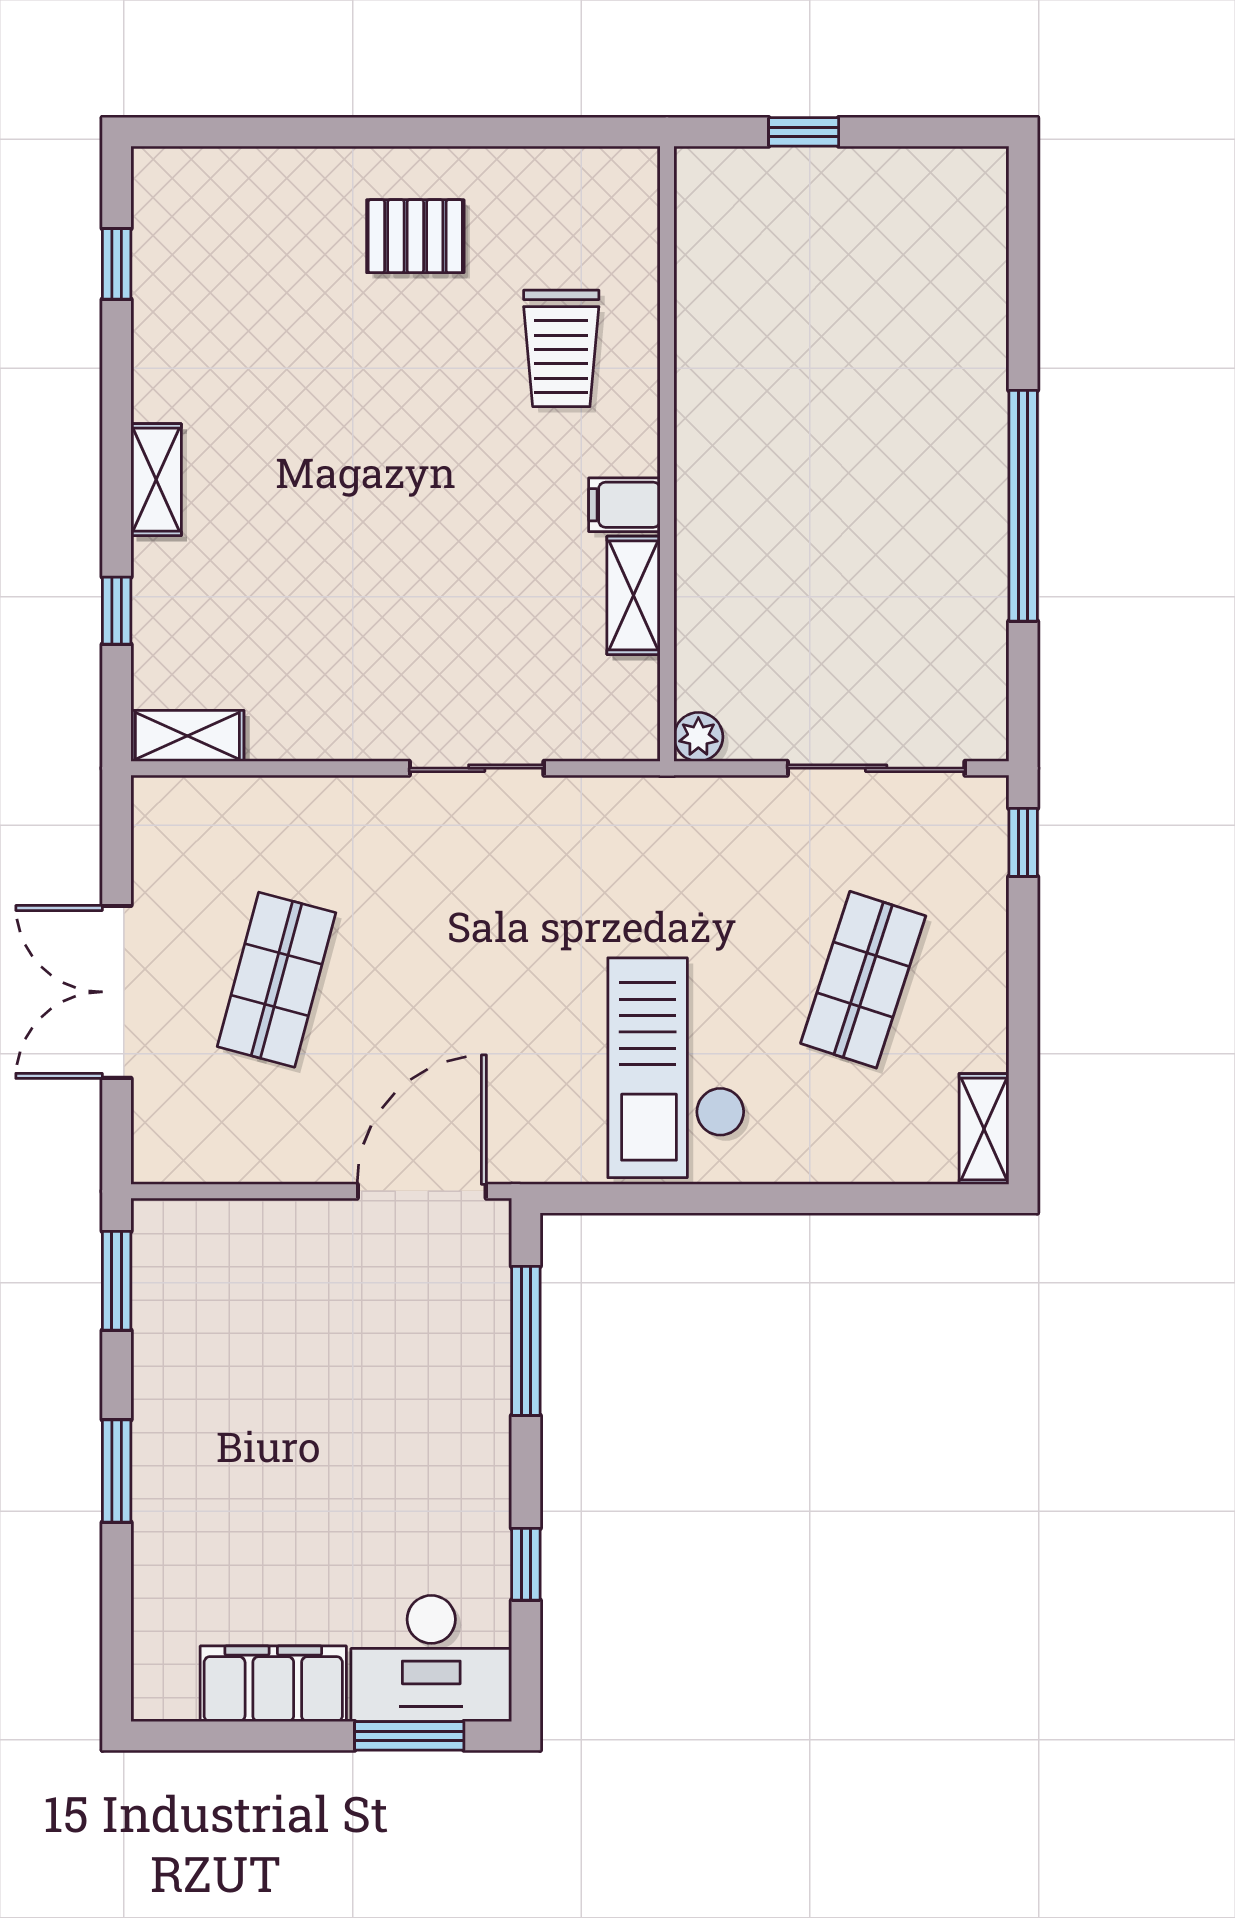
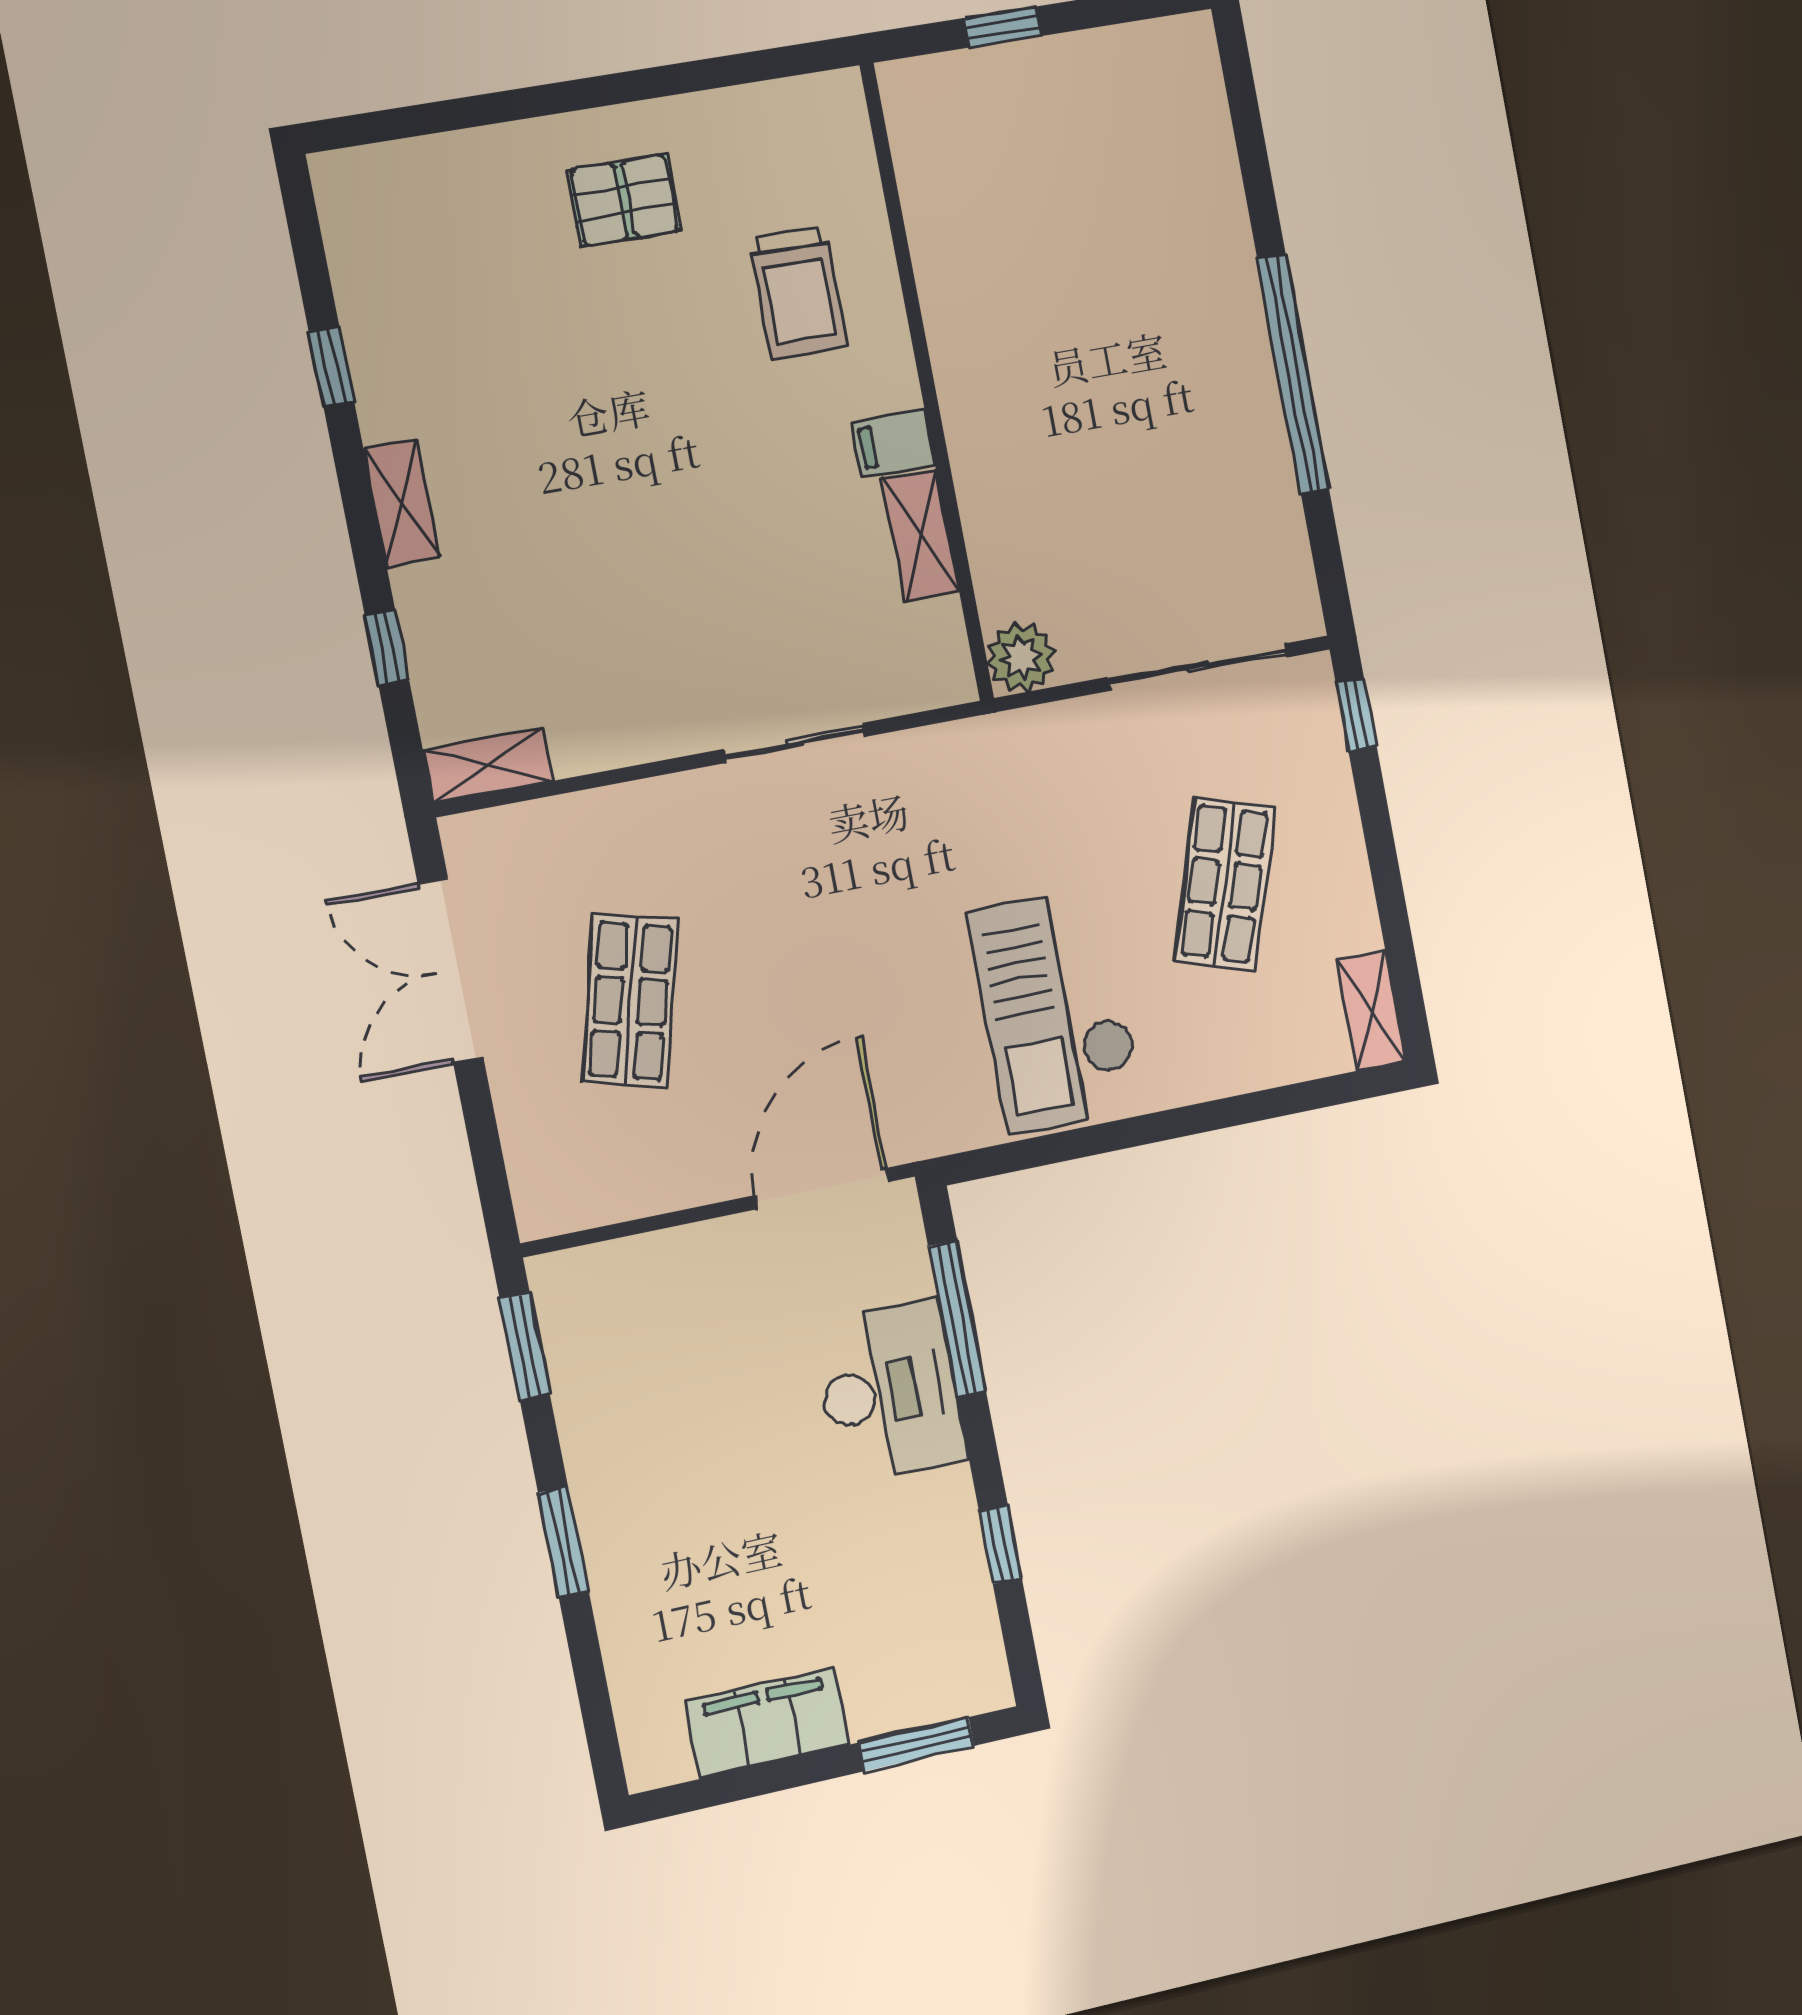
window: (117, 264) -> (331, 366), moved
plant: (698, 737) -> (1021, 657), width x1.38, depth x1.38
double door: (117, 992) -> (451, 971), moved
desk: (431, 1659) -> (890, 1391), moved, turned -90

